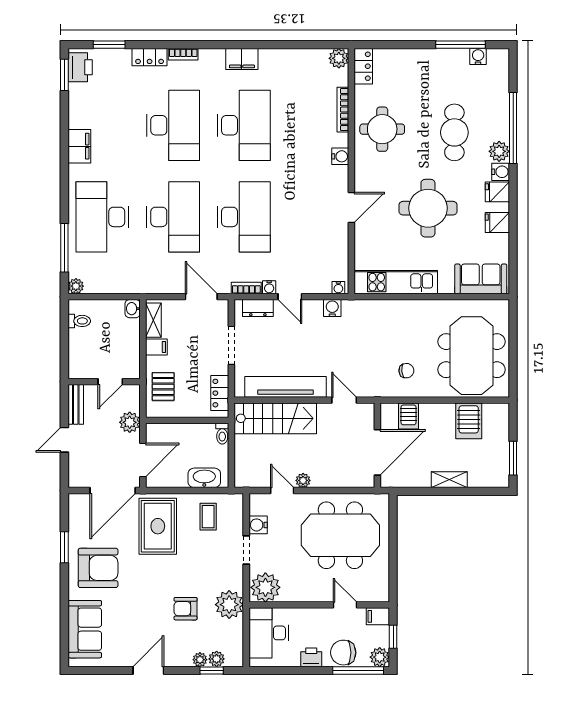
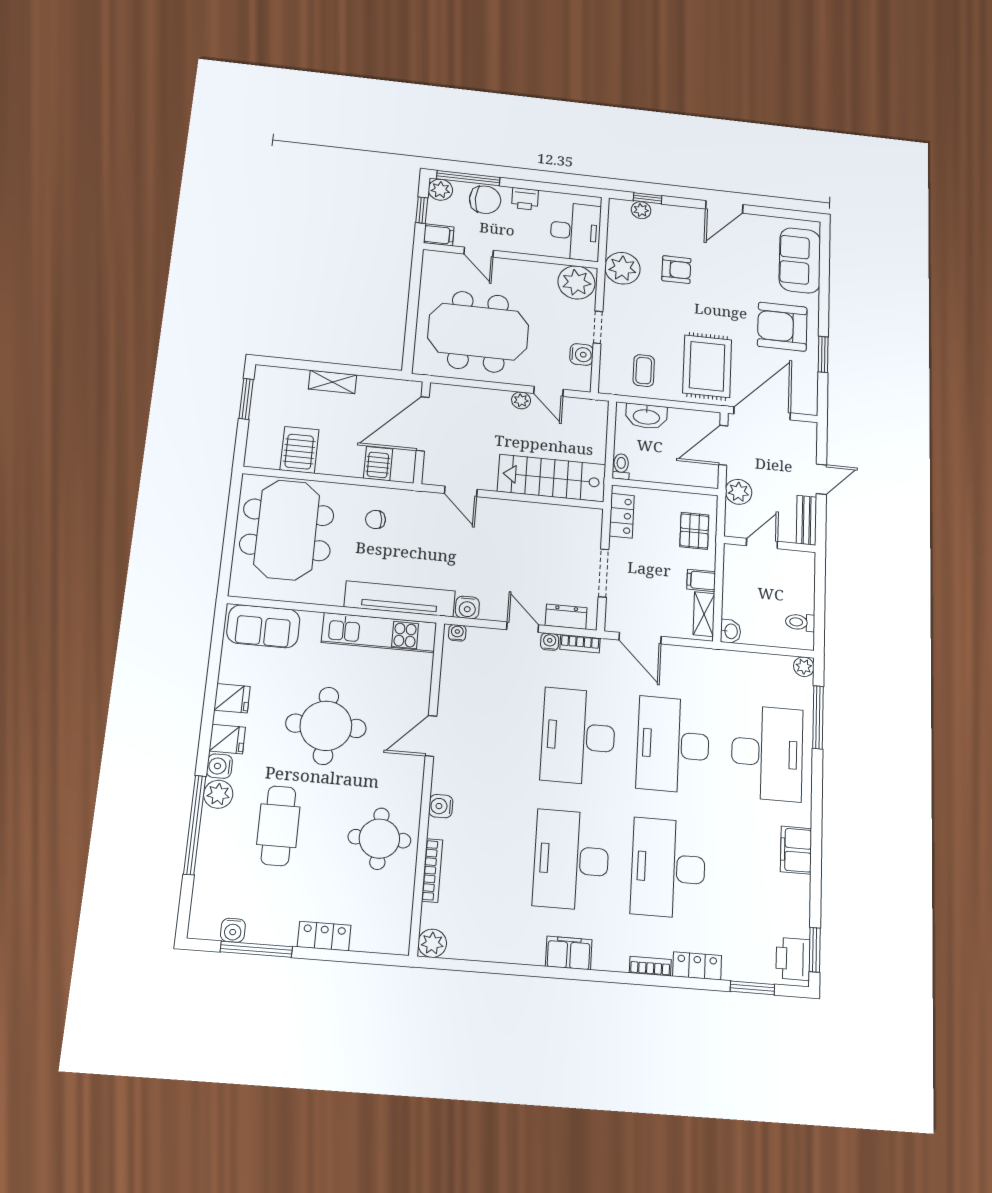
locker: (363, 66) -> (324, 936), moved, turned 90
tv unit: (285, 387) -> (400, 599), moved, turned 180
plant: (200, 660) -> (661, 212), removed

